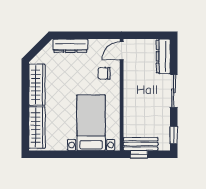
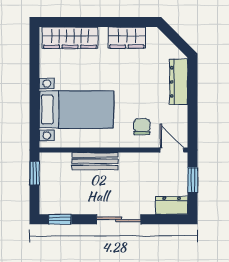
window: (144, 35) -> (193, 180), added
dresser: (163, 56) -> (172, 205), width x0.70
wardrobe: (37, 85) -> (127, 38), width x0.67
bench: (141, 144) -> (95, 161), moved, turned 90

